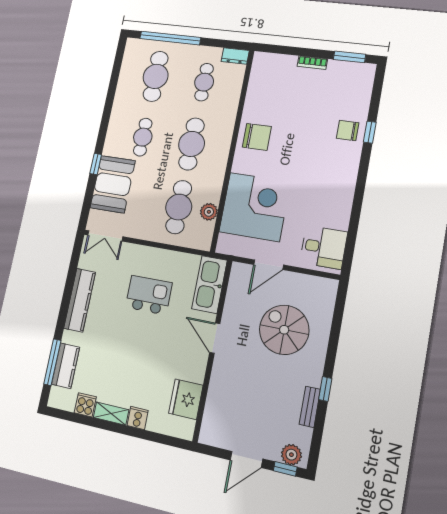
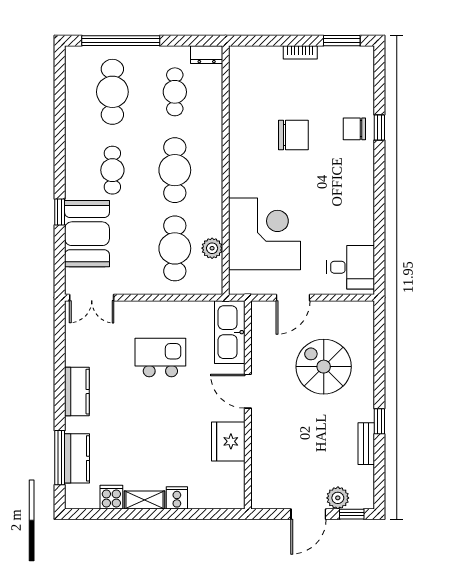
chair: (257, 137) -> (293, 135), moved
kitchen counter: (80, 300) -> (77, 392), width x0.67
fridge: (186, 399) -> (228, 441), moved
plant: (291, 455) -> (338, 498), moved

